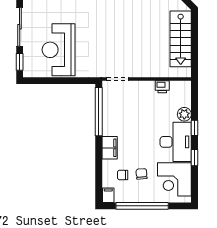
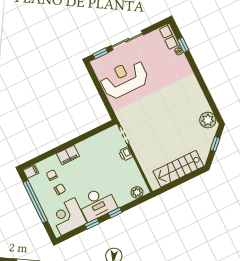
printer: (162, 87) -> (126, 154), moved
window: (99, 112) -> (92, 133), removed
plant: (184, 114) -> (137, 192), moved

